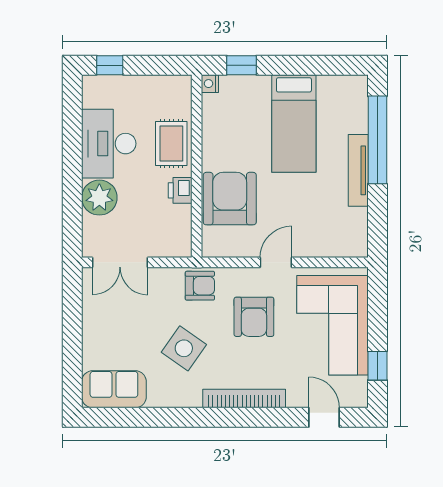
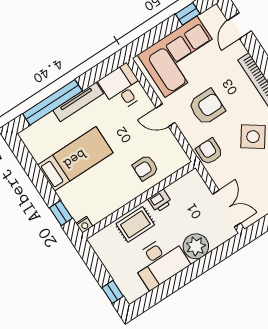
armchair: (230, 199) -> (145, 168), width x0.53, depth x0.53
desk: (341, 233) -> (122, 87), added

